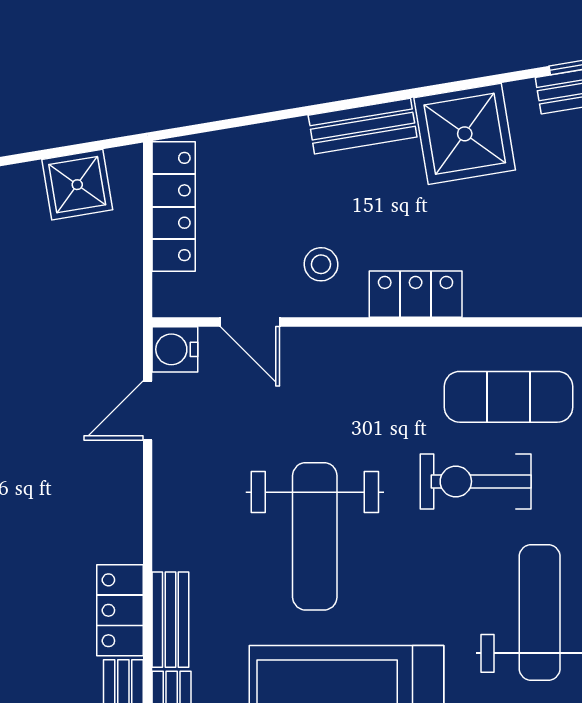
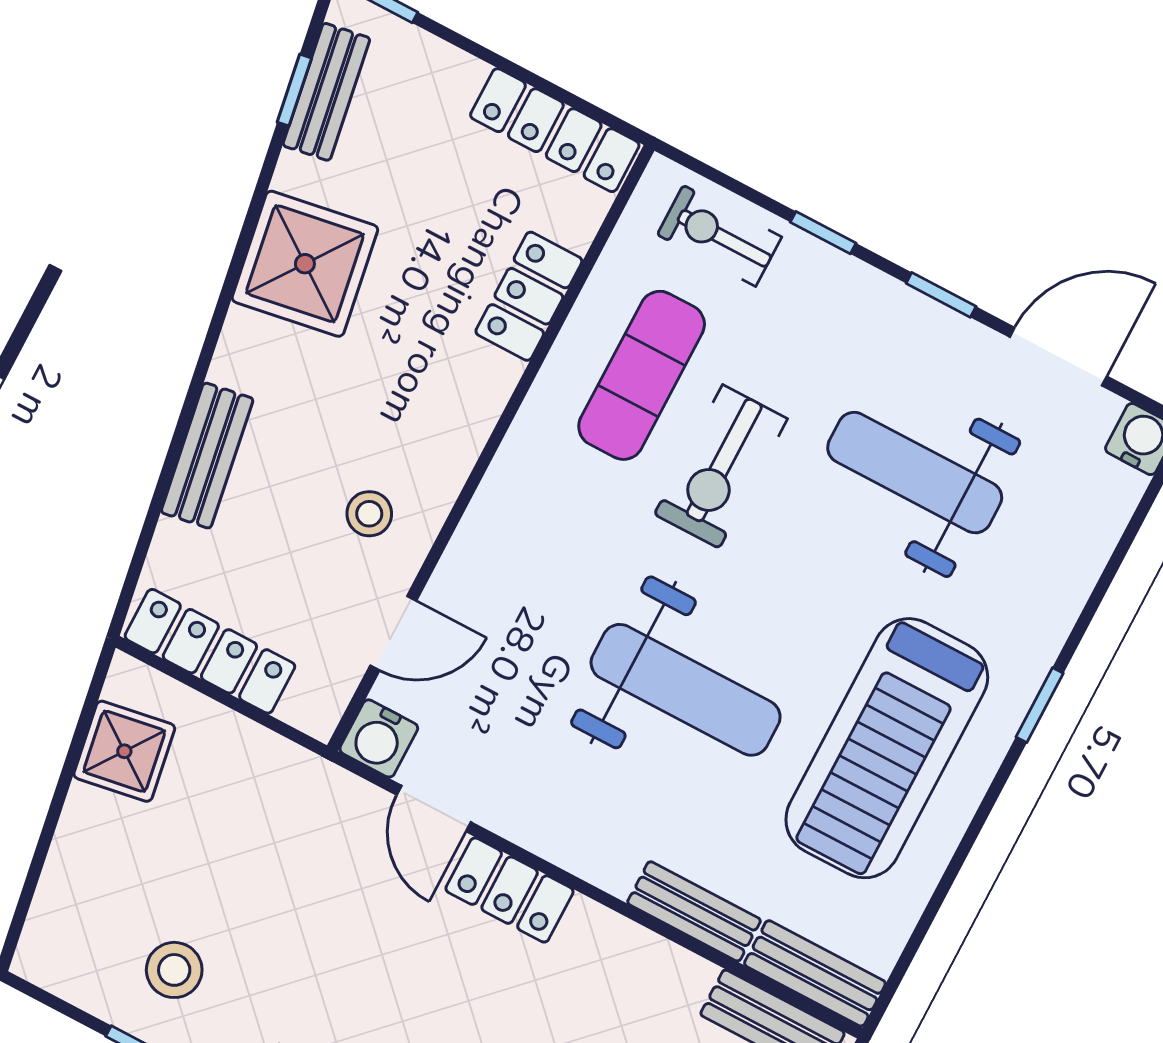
bench: (363, 126) -> (207, 456), moved
locker: (416, 294) -> (529, 296), moved
locker: (120, 610) -> (510, 890), moved

